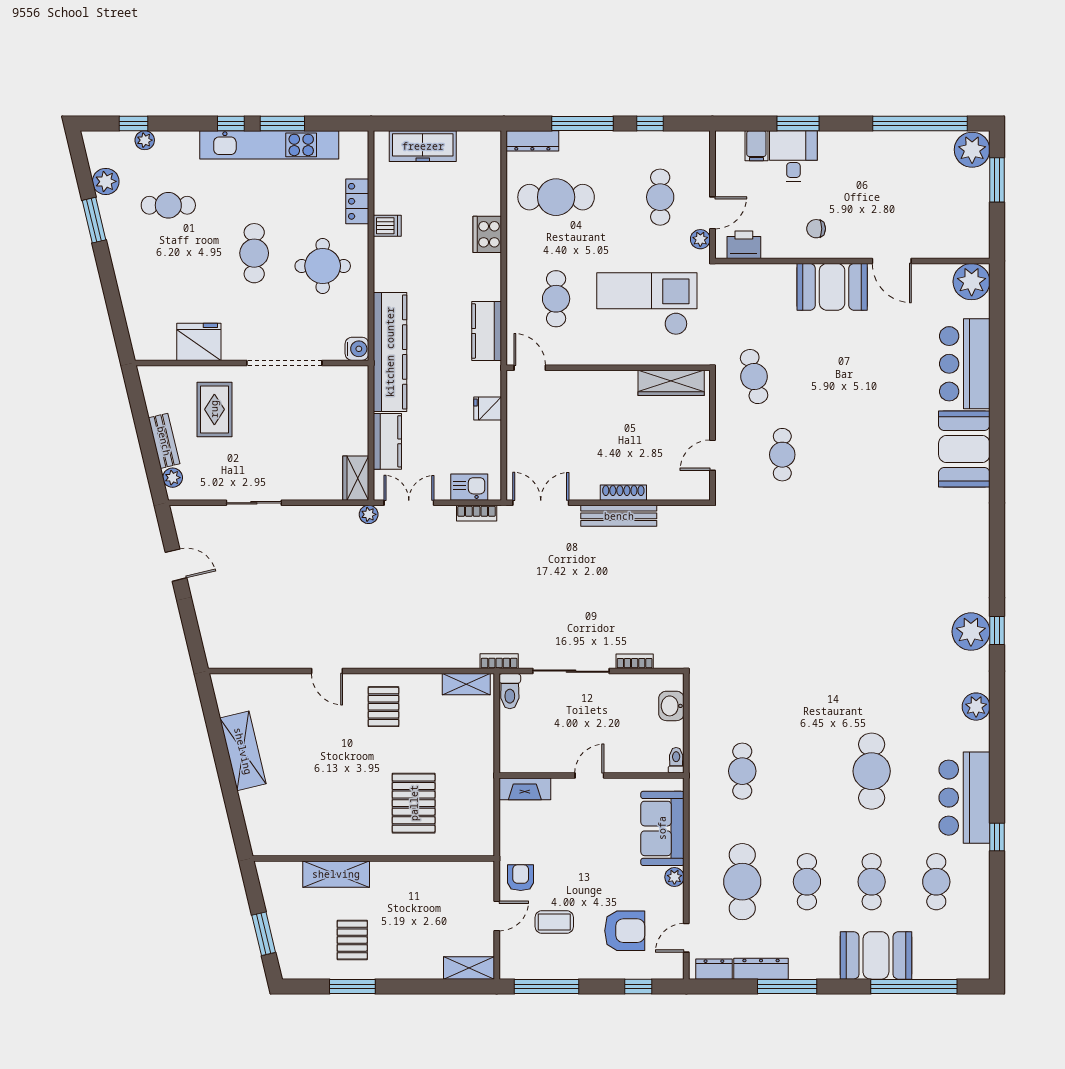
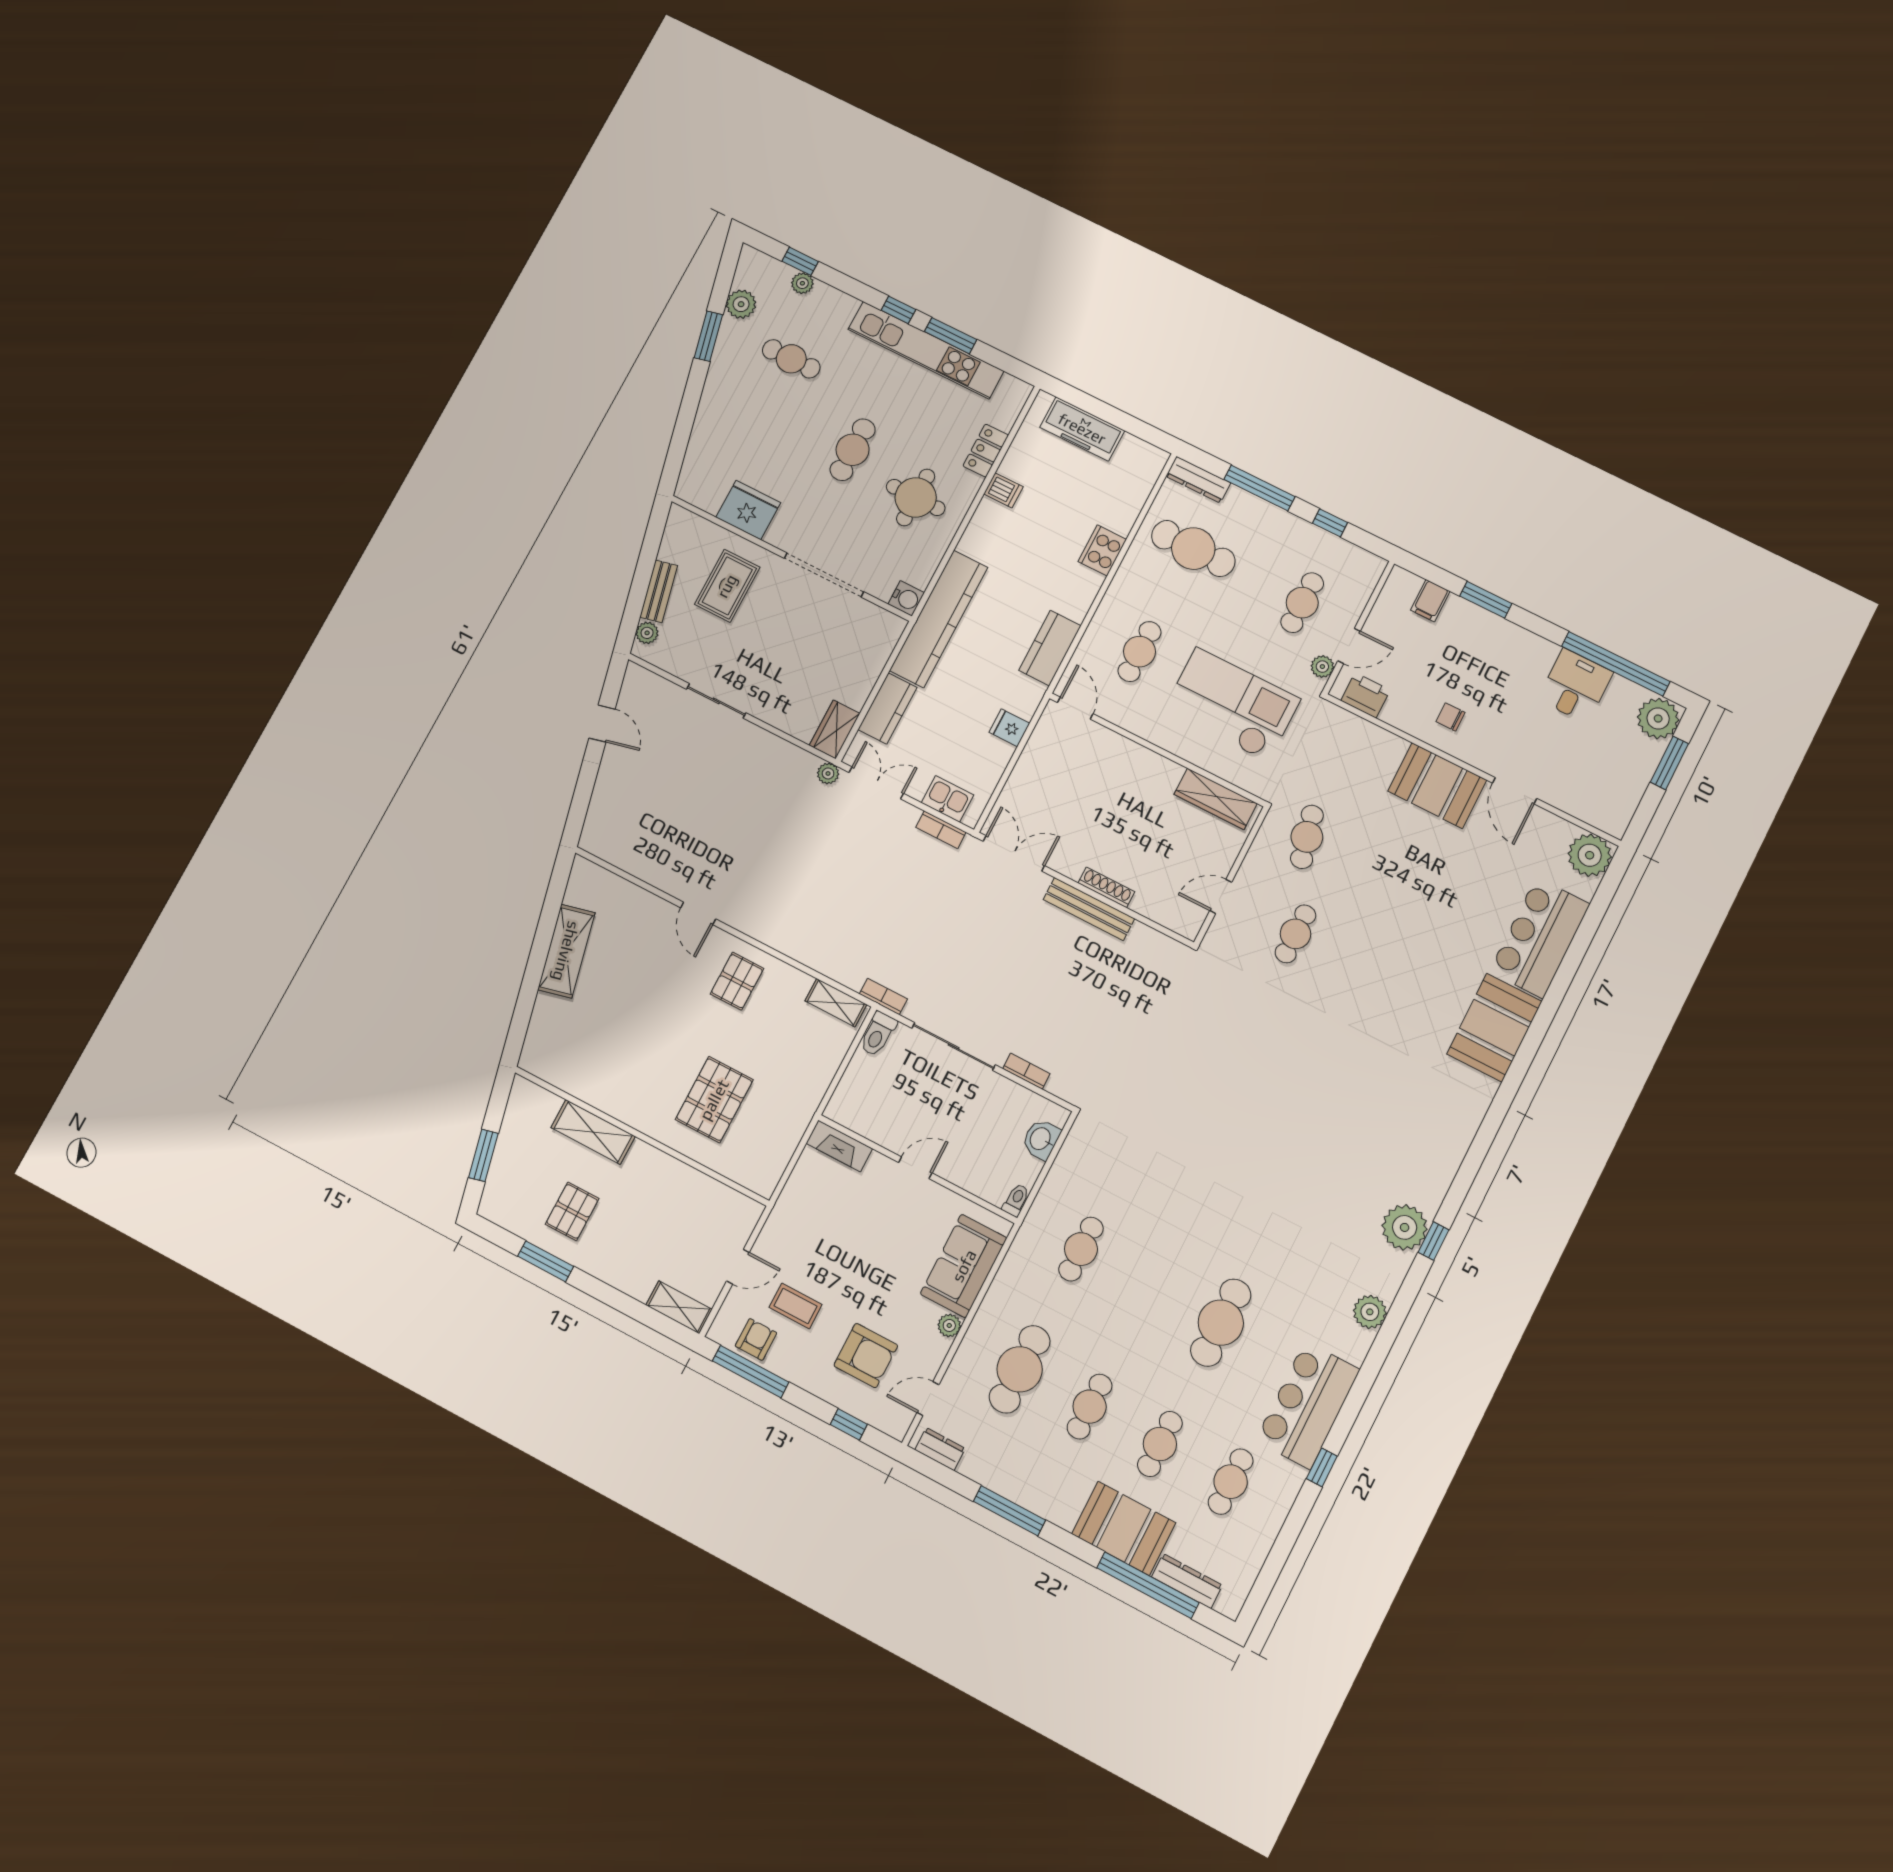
desk: (793, 156) -> (1575, 686), moved
armchair: (521, 878) -> (756, 1339), moved
dresser: (761, 969) -> (1187, 1581), moved

